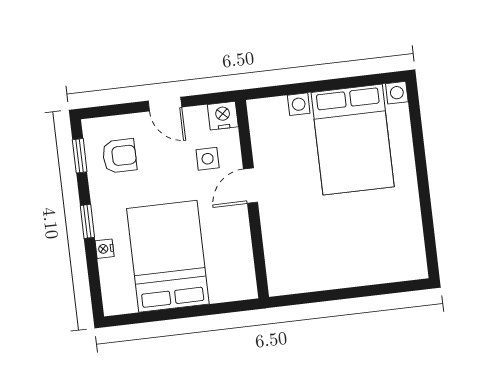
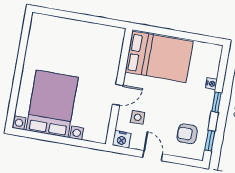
bed: (168, 256) -> (159, 57), moved, turned -90

